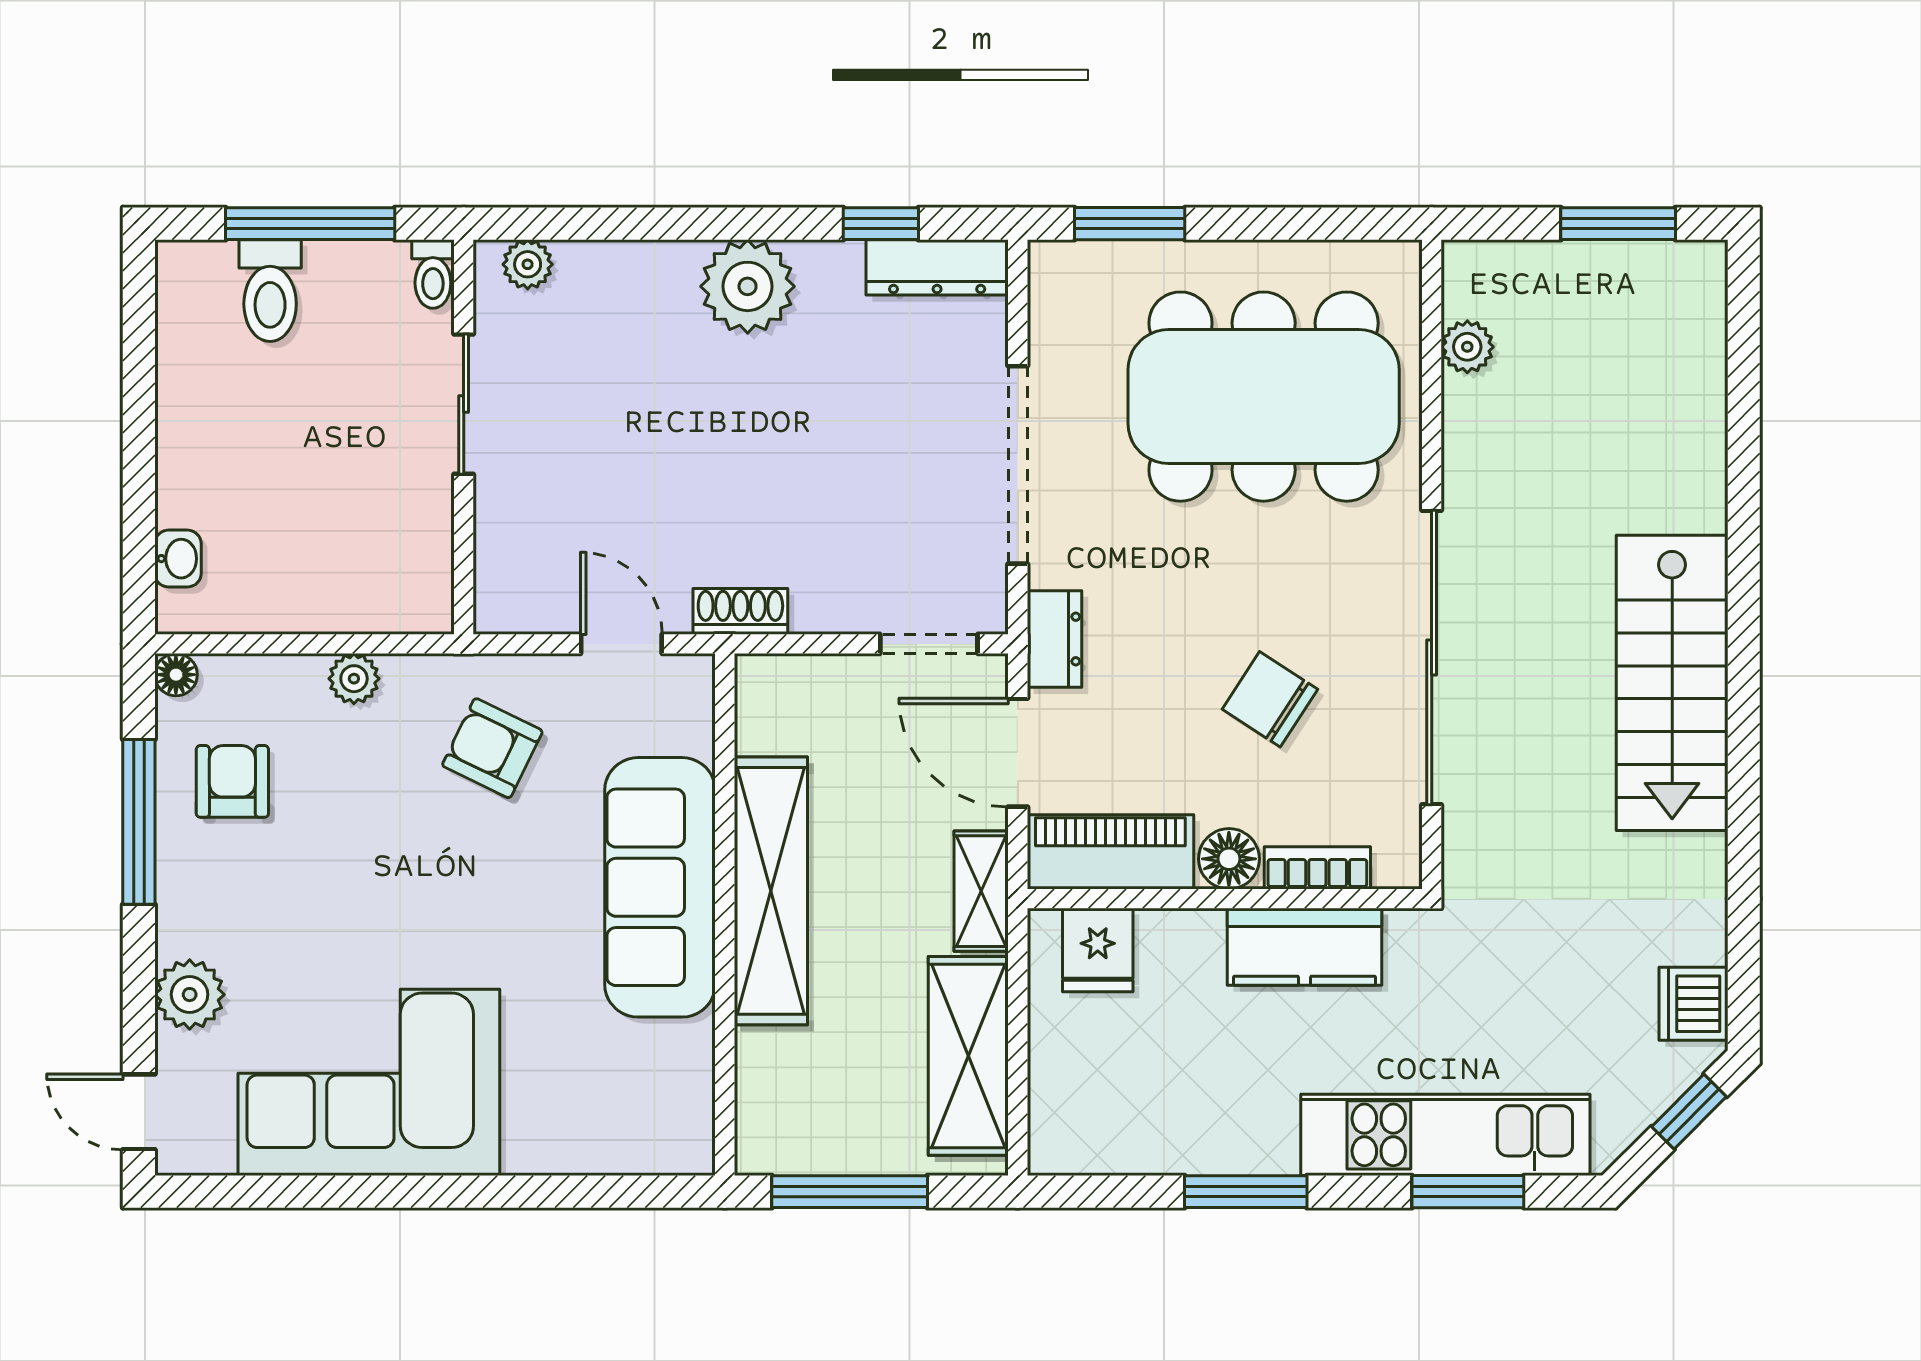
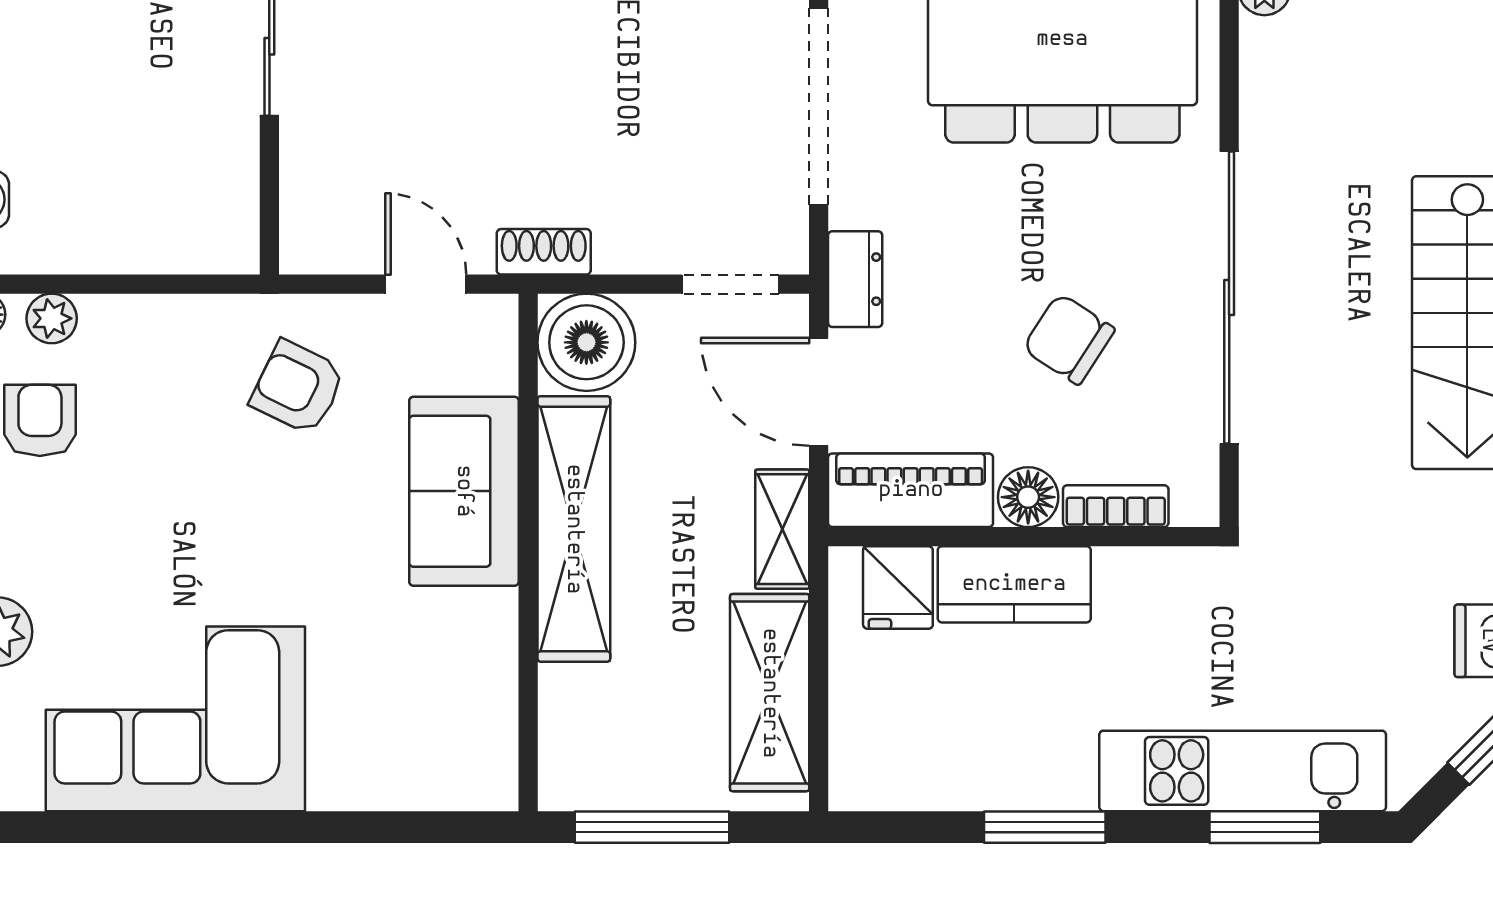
plant: (354, 679) -> (52, 318), moved
boiler: (784, 703) -> (586, 342), added
sofa: (660, 887) -> (464, 491), width x0.73
kitchen counter: (1305, 947) -> (1014, 584), moved

